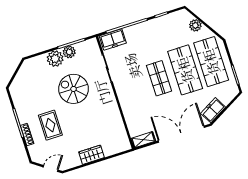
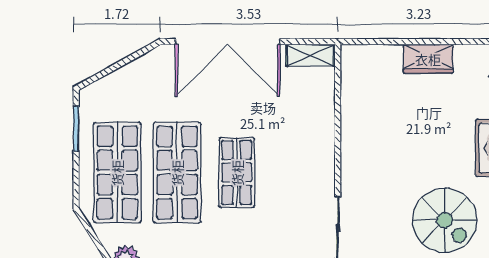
spiral stairs: (73, 89) -> (445, 220), moved
freezer: (213, 110) -> (146, 70), removed

